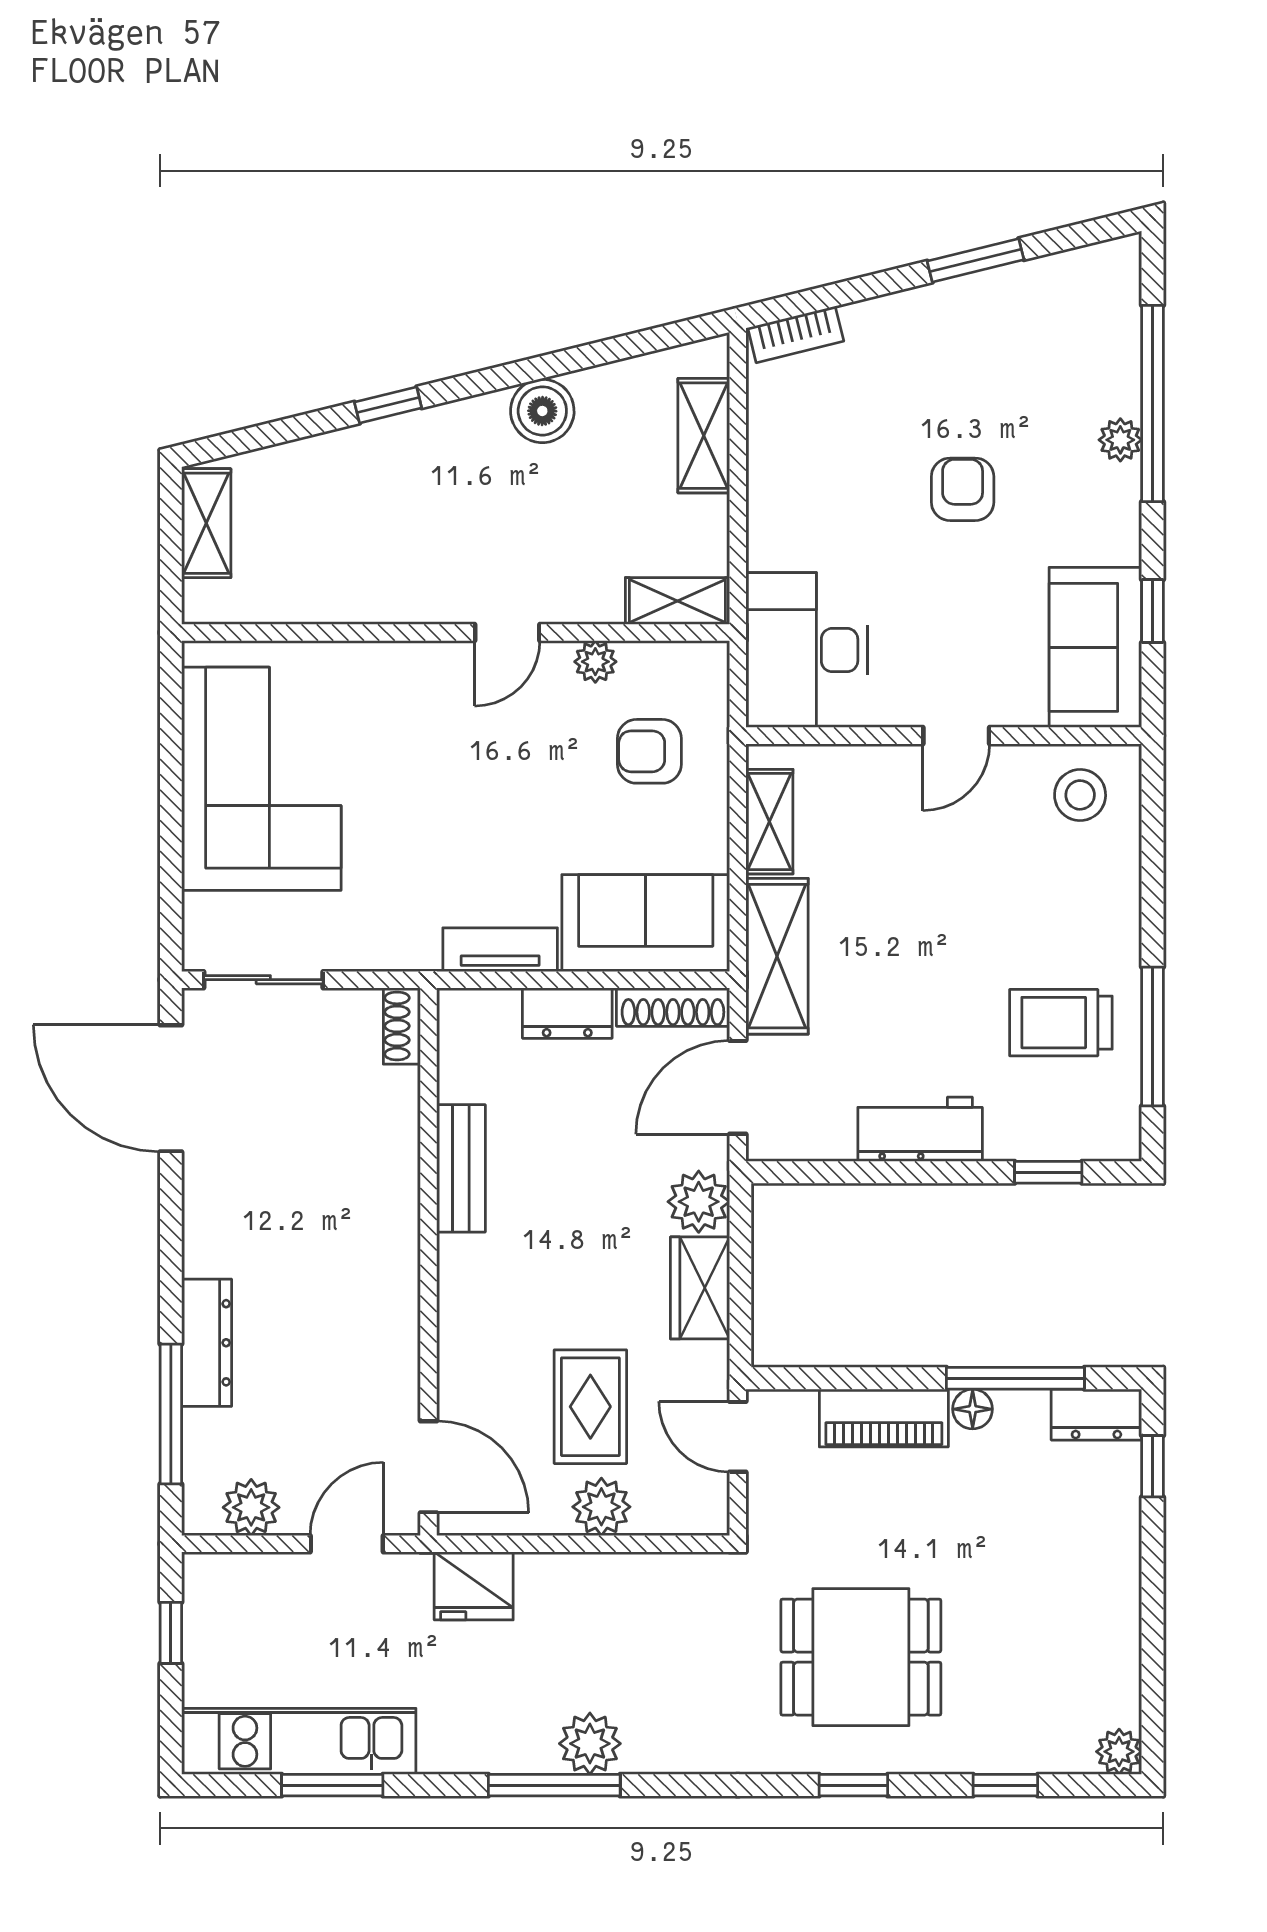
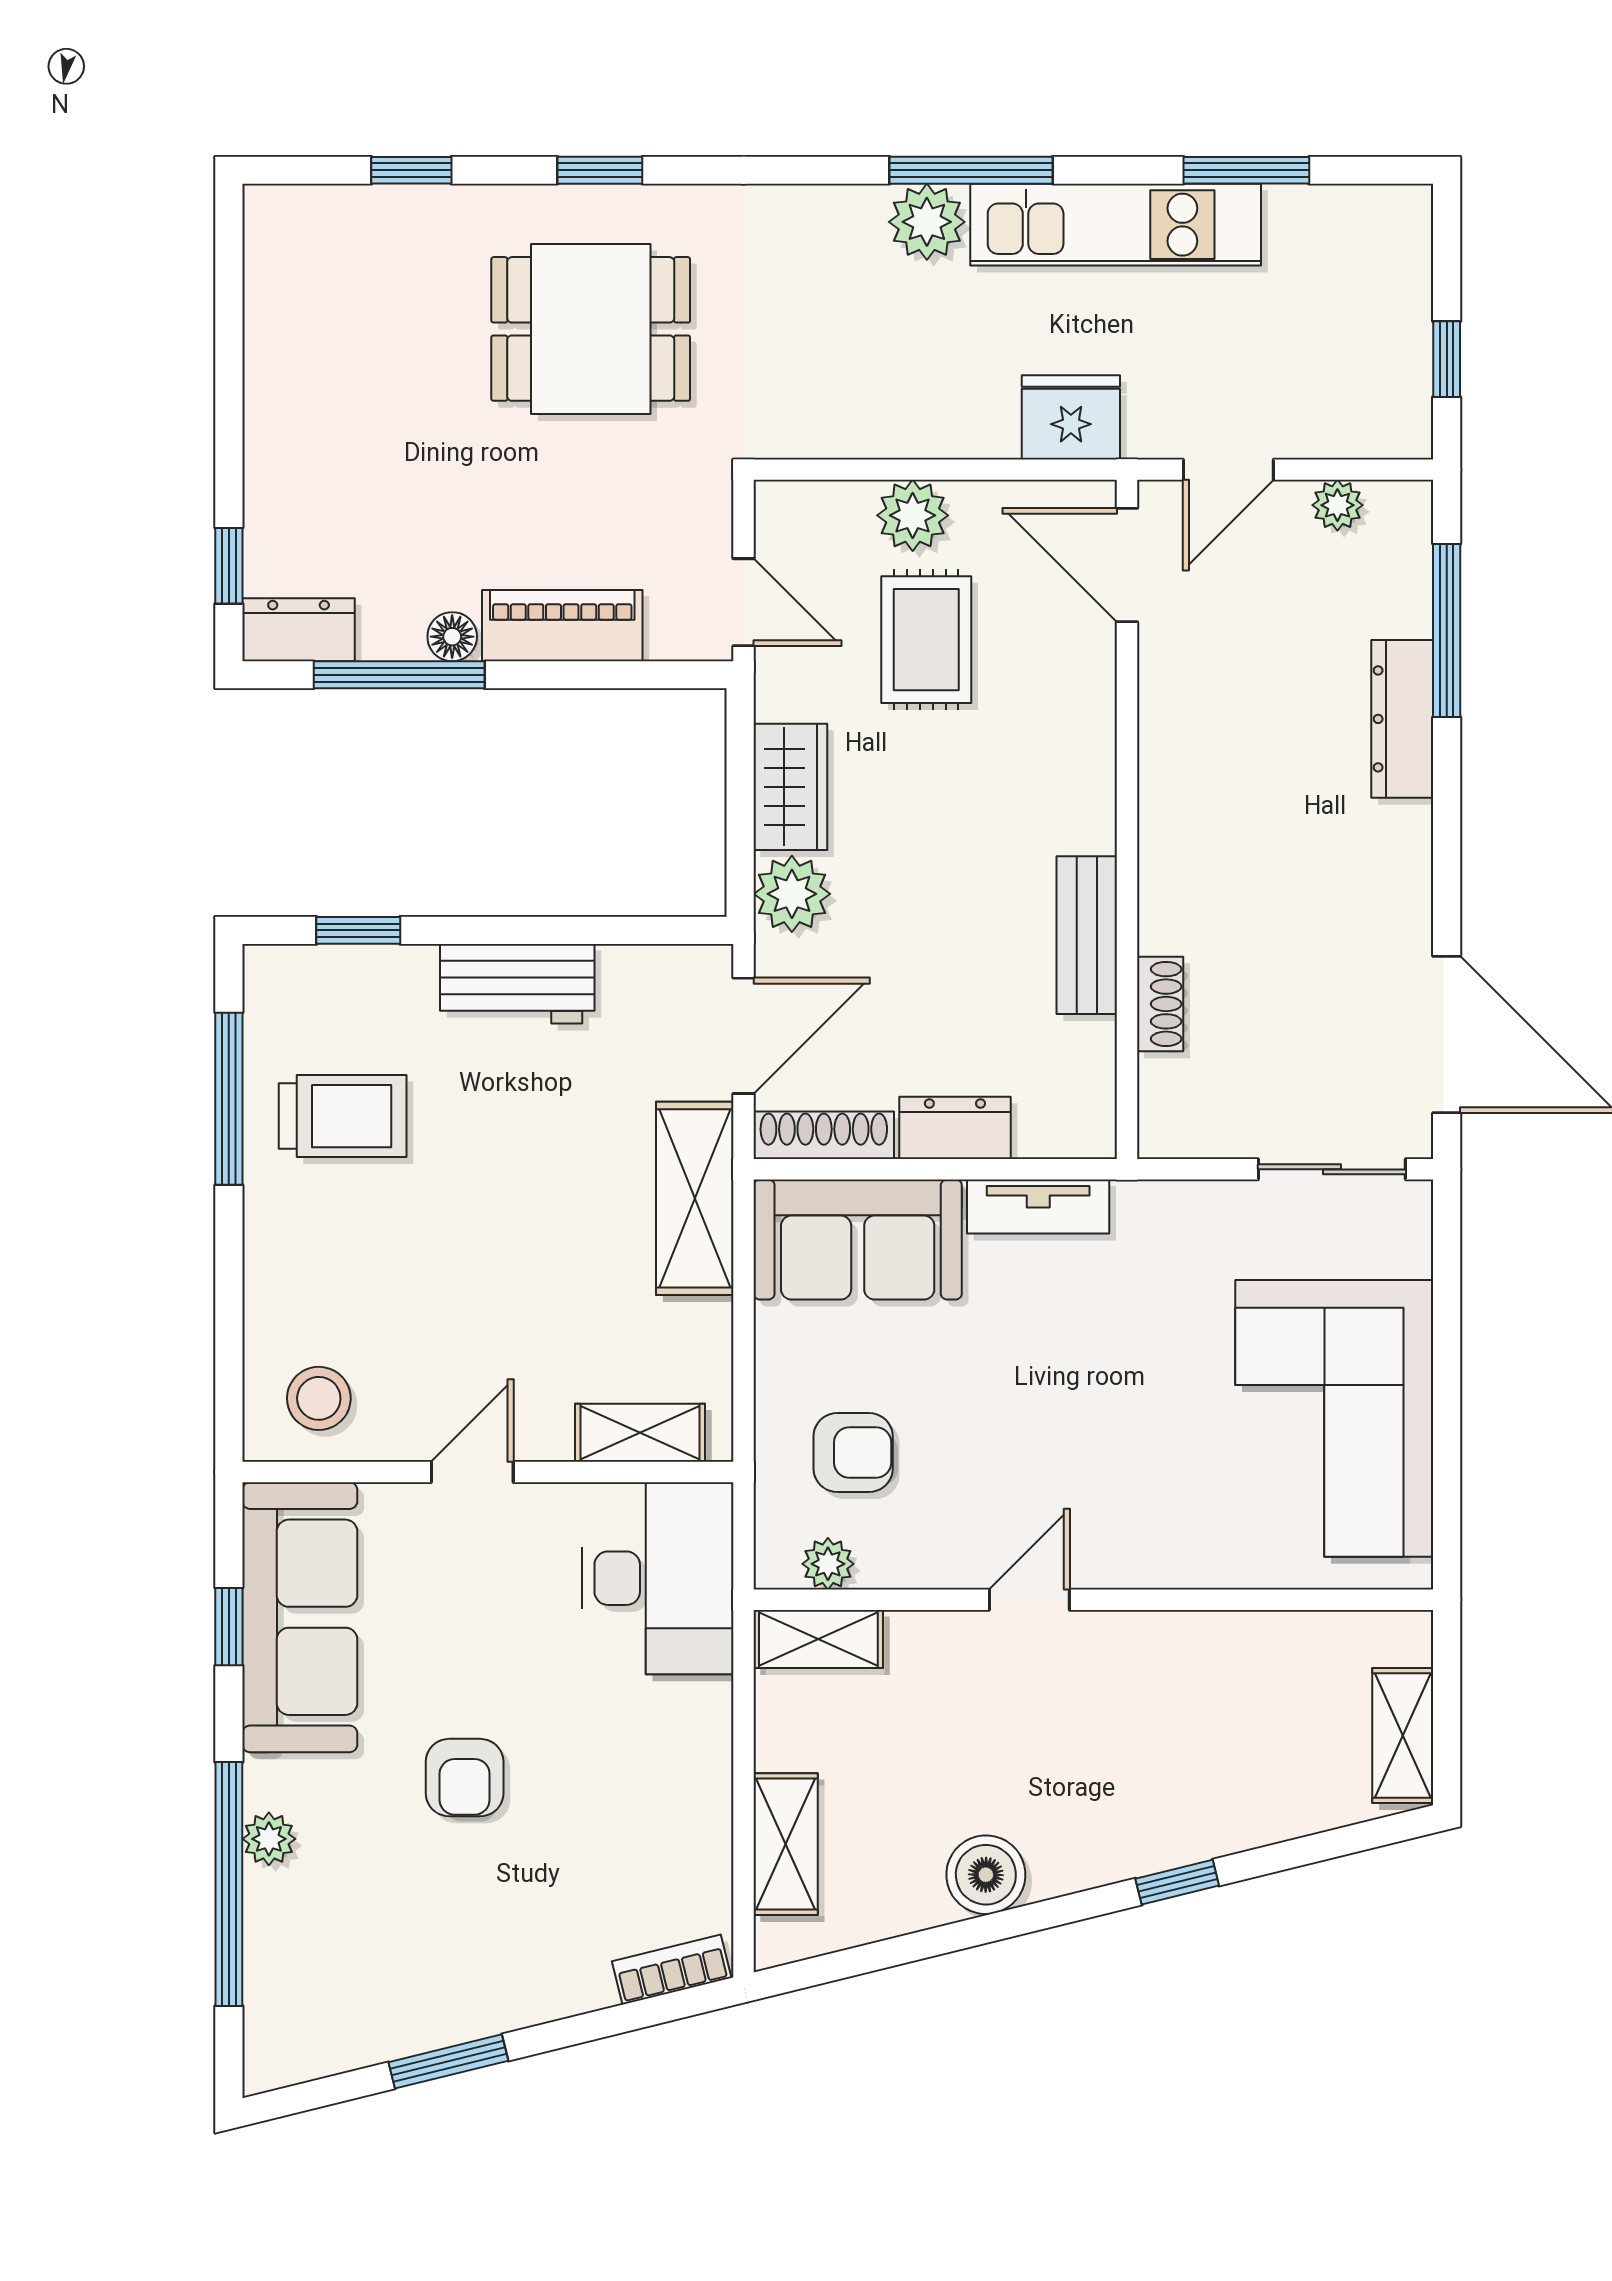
sofa: (1095, 647) -> (300, 1617), width x1.36
plant: (595, 662) -> (828, 1564), moved
shelving: (769, 822) -> (640, 1433), moved, turned 90
shoe rack: (402, 1026) -> (1160, 1004), moved
plant: (251, 1507) -> (1337, 505), width x0.73, depth x0.73
kitchen unit: (299, 1741) -> (1116, 225), moved
plant: (1119, 1752) -> (270, 212), removed

